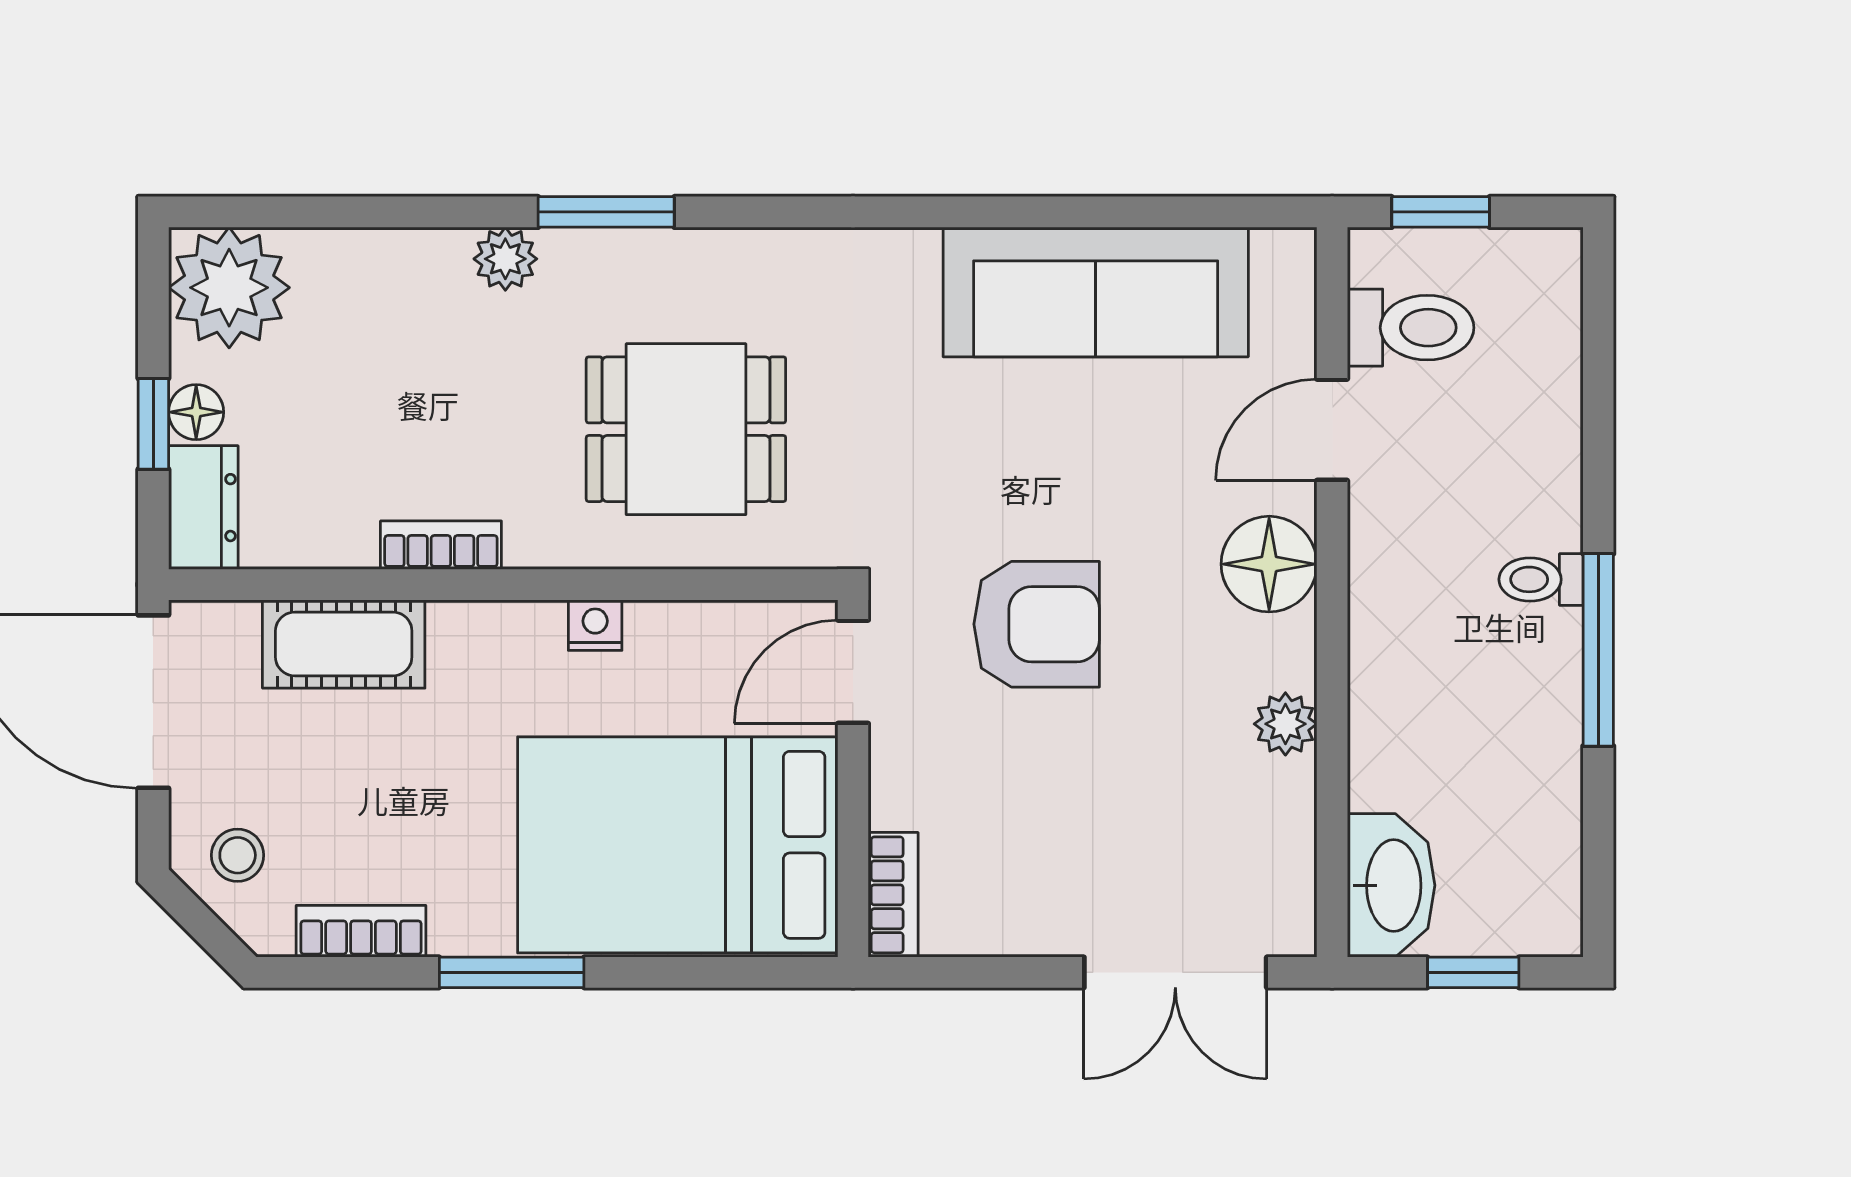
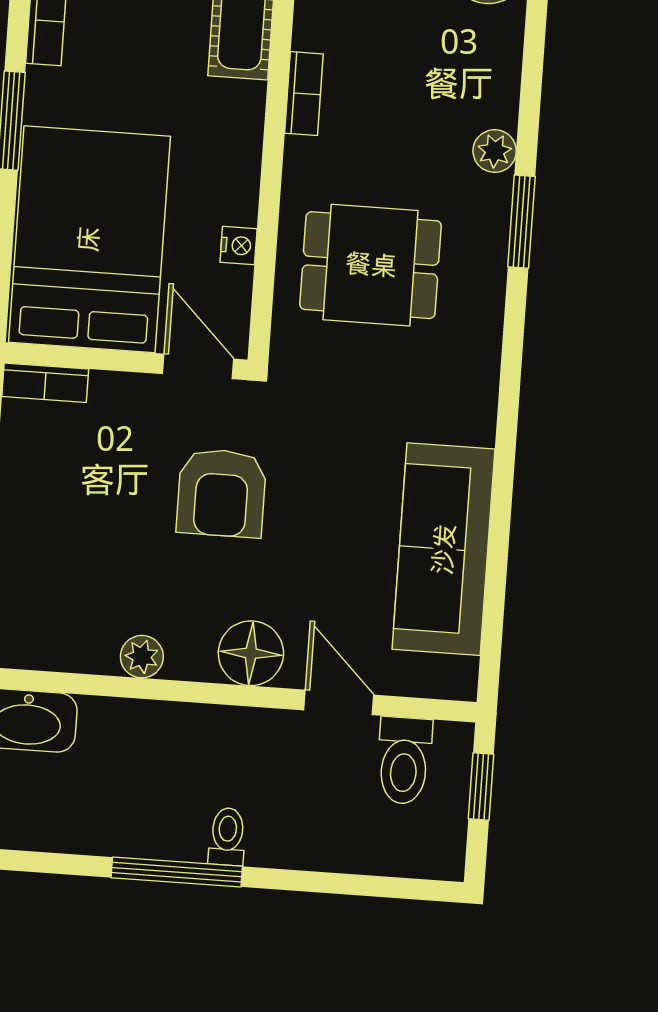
dining table: (686, 429) -> (371, 265), turned 90
nightstand: (595, 625) -> (239, 246), moved

